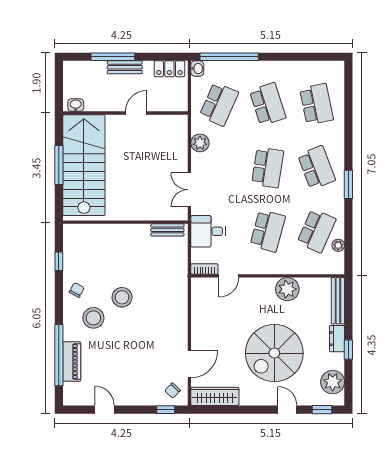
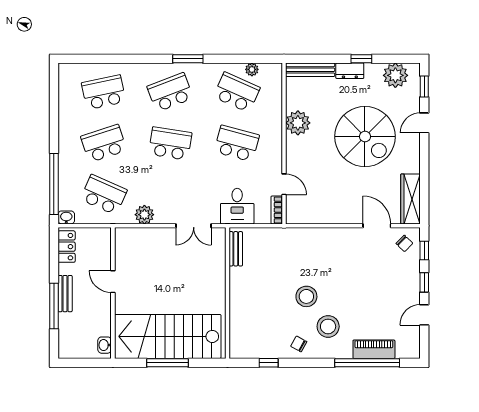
window: (135, 410) -> (424, 282), added

